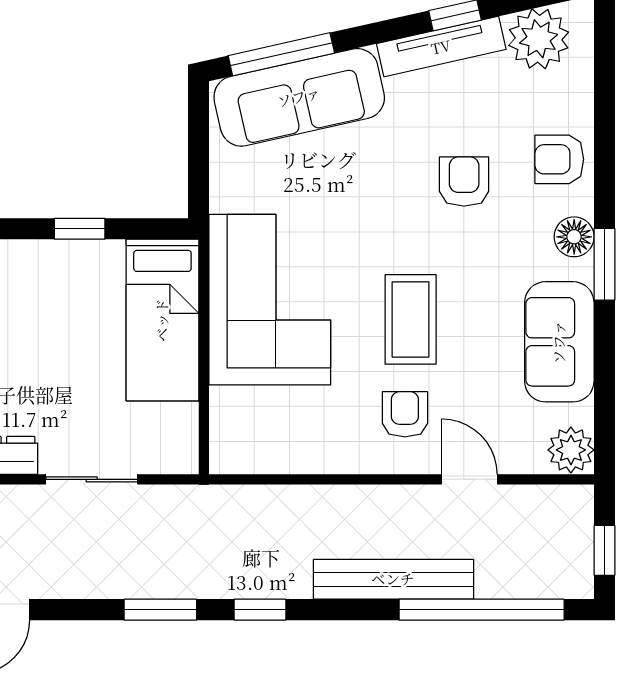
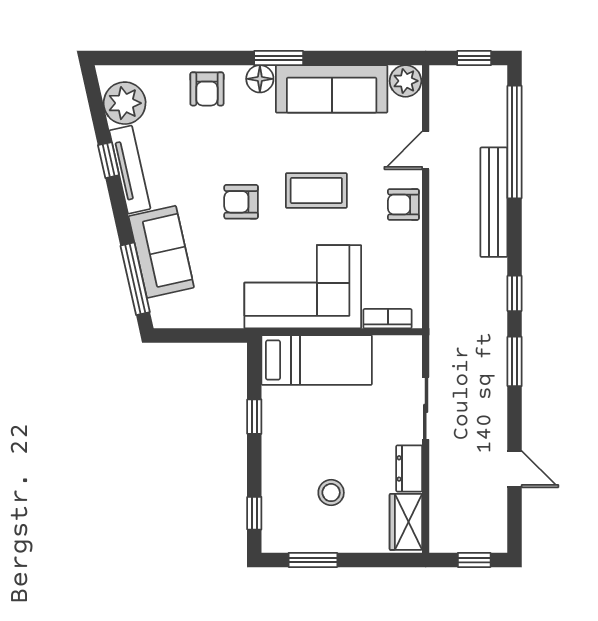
sofa: (299, 97) -> (161, 252), width x0.73
armchair: (464, 182) -> (241, 202), moved
sofa: (559, 342) -> (332, 89), width x1.36
armchair: (405, 414) -> (403, 204), moved
bookcase: (223, 424) -> (388, 319), added

